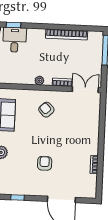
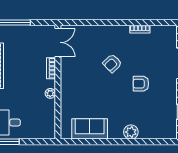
double door: (85, 90) -> (58, 42), swing flipped
armchair: (46, 110) -> (112, 63), moved

